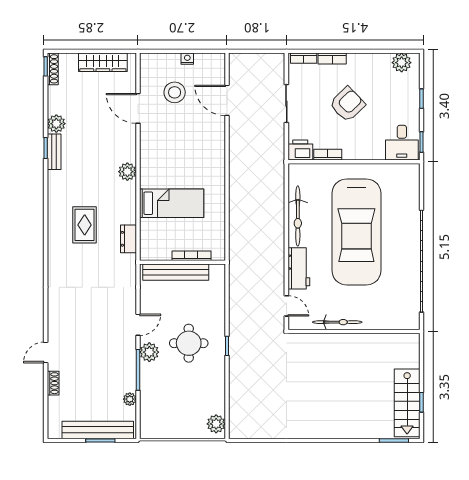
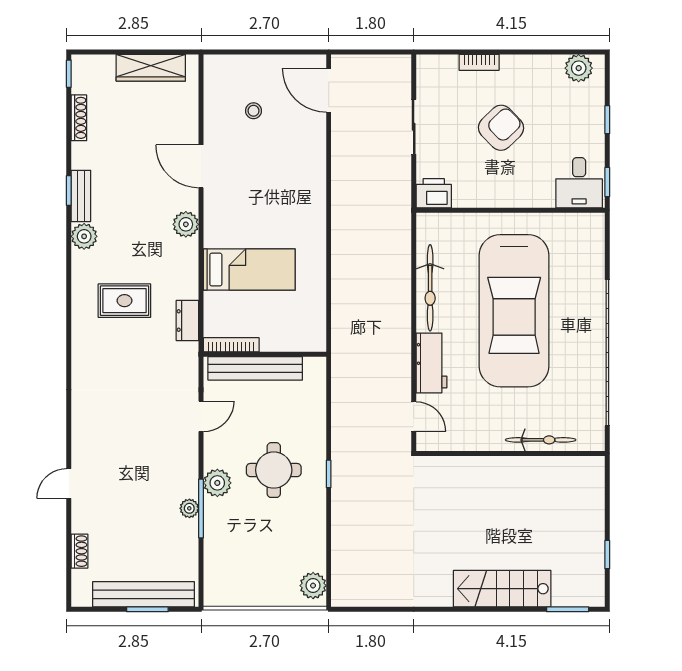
bookcase: (304, 58) -> (438, 62), removed
nightstand: (187, 59) -> (272, 63), removed
shoe rack: (53, 69) -> (79, 118), moved
stool: (175, 92) -> (254, 111), width x0.53, depth x0.53
door: (227, 100) -> (329, 90), moved
door: (138, 108) -> (201, 166), moved
plant: (56, 124) -> (84, 236), moved
bookcase: (328, 155) -> (473, 200), removed
rug: (85, 225) -> (124, 301), turned 90
bookcase: (191, 256) -> (231, 345), moved
bicycle: (337, 322) -> (541, 440), moved
door: (138, 325) -> (201, 416), moved
shoe rack: (53, 383) -> (79, 551), moved
plant: (130, 399) -> (189, 508), moved
stairs: (407, 403) -> (502, 589), moved, turned 90

